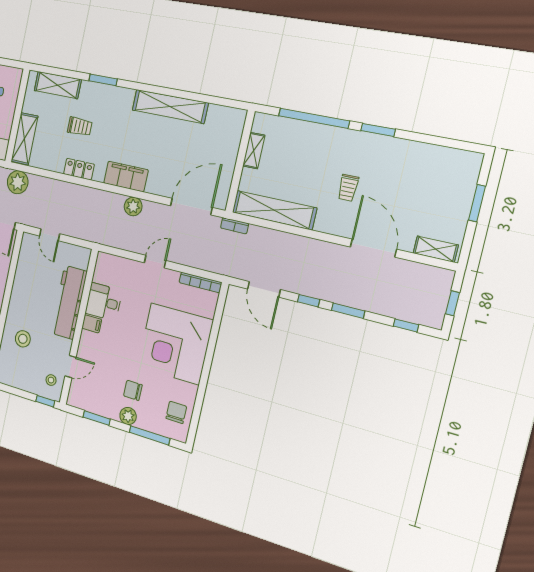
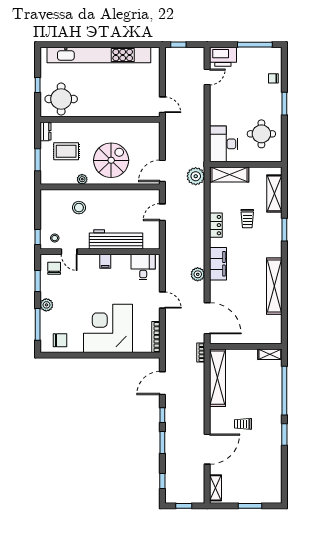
shelving: (254, 151) -> (270, 354), moved
desk: (104, 302) -> (143, 267), moved
chair: (133, 390) -> (54, 268), moved

